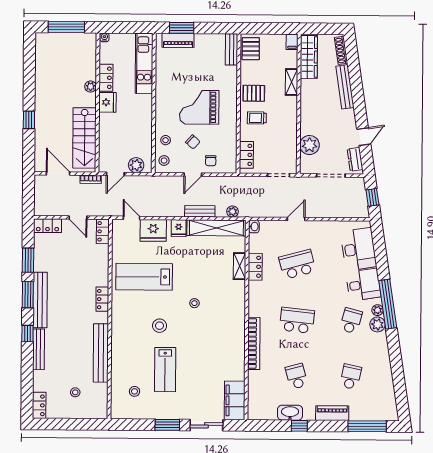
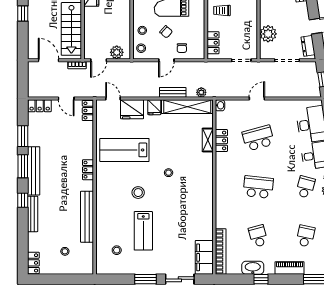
bookcase: (254, 343) -> (221, 251), moved

